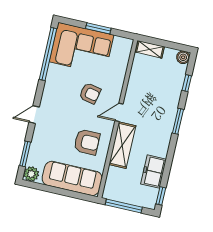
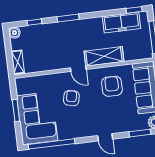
freezer: (154, 172) -> (121, 22), width x1.40

